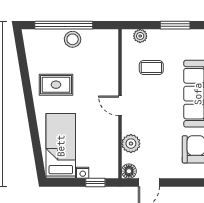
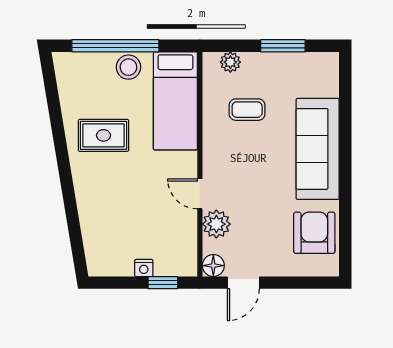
door: (120, 106) -> (200, 194), moved
bed: (61, 146) -> (175, 101), moved, turned 180

